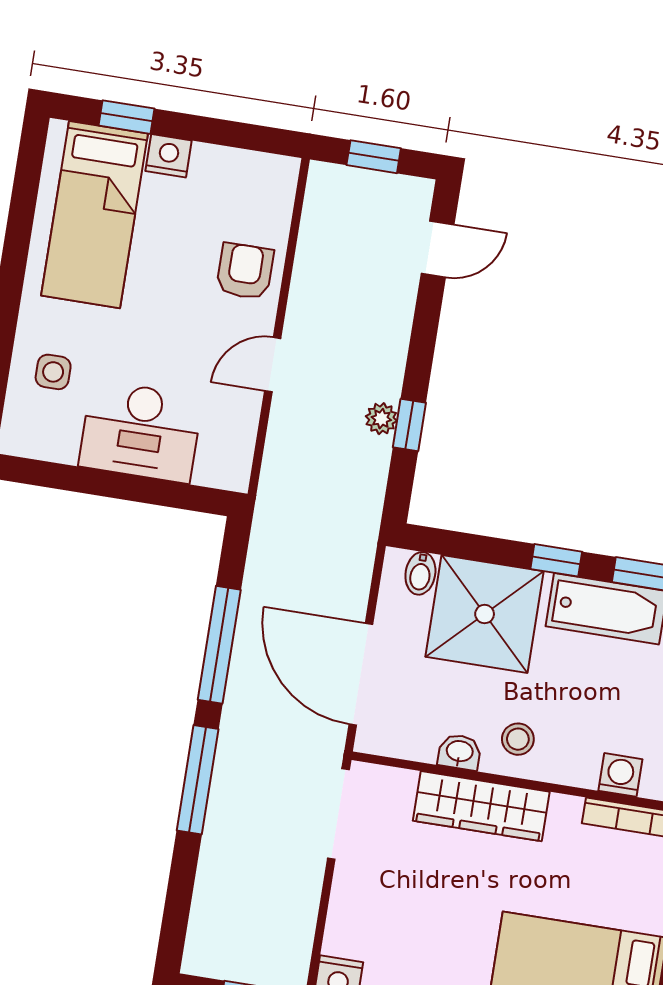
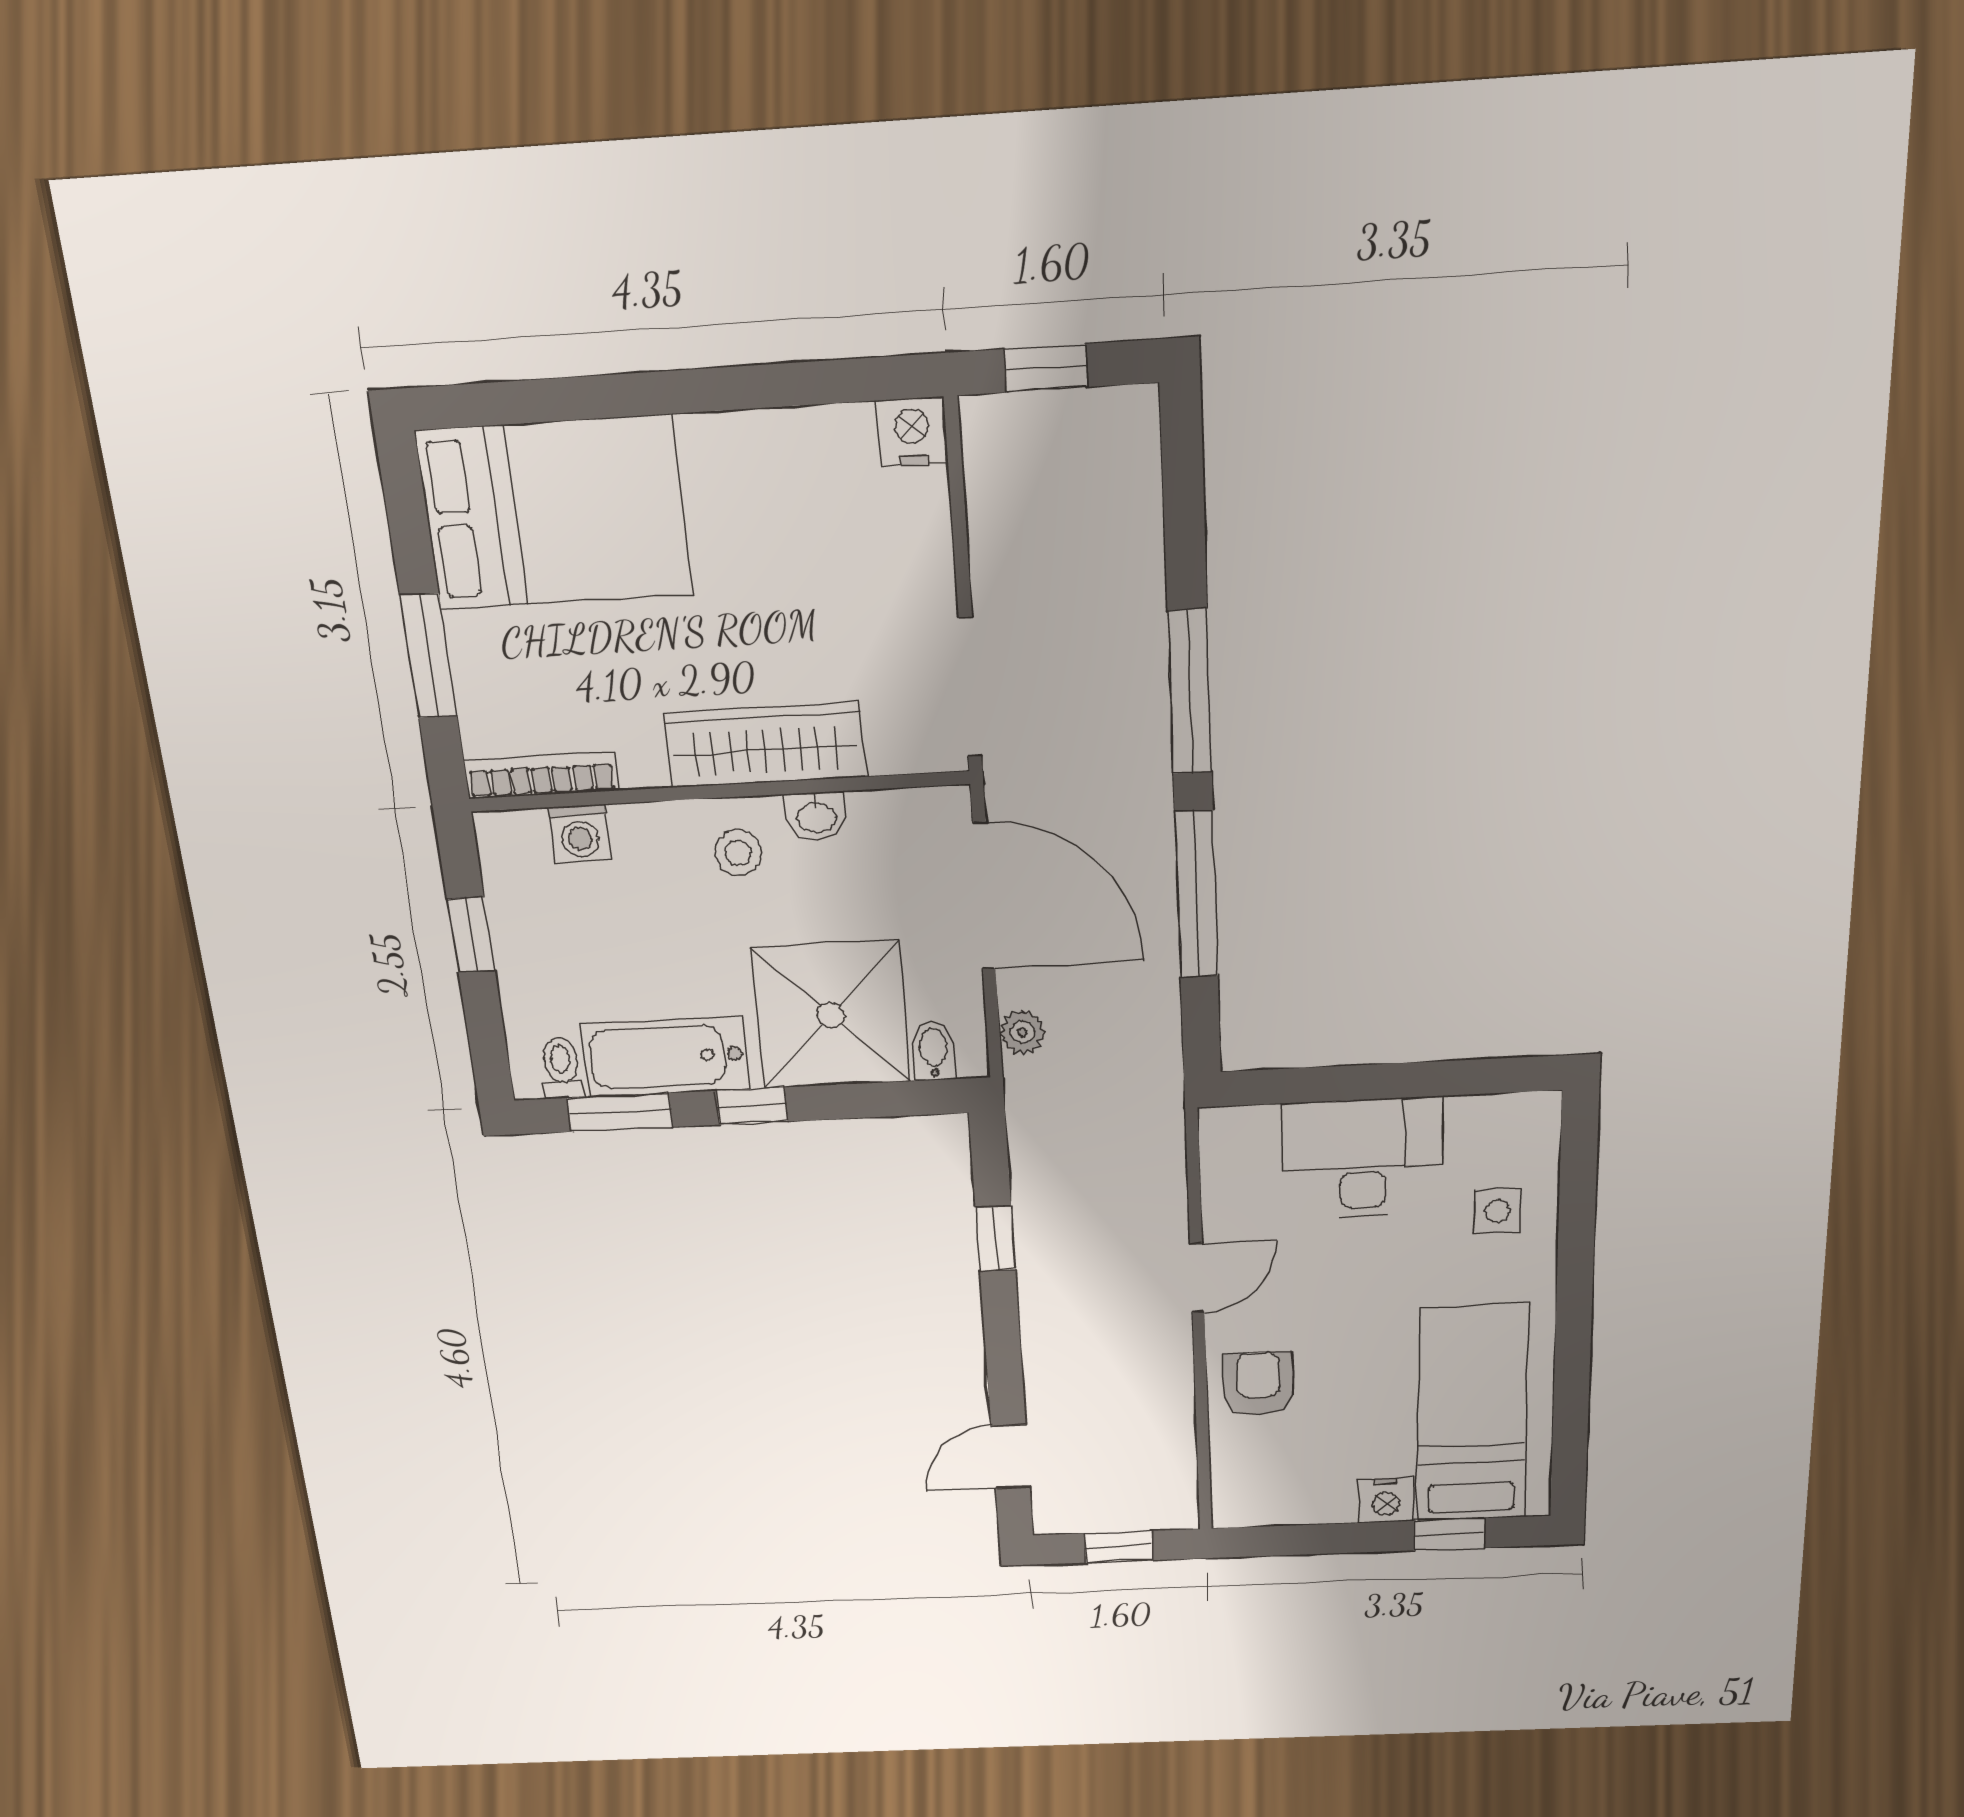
armchair: (245, 271) -> (1258, 1384), turned 180
plant: (381, 419) -> (1022, 1032), moved

